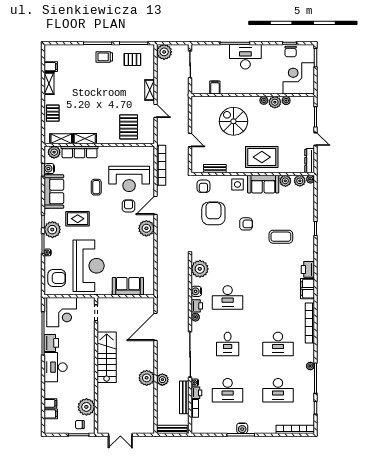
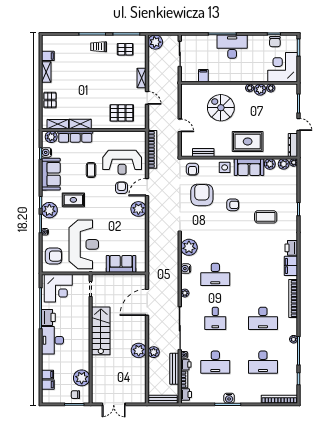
pallet: (129, 127) -> (122, 113), turned 90
printer: (197, 306) -> (186, 395), moved

